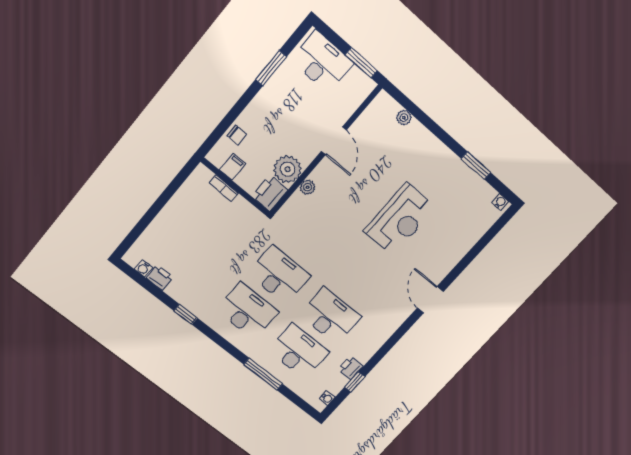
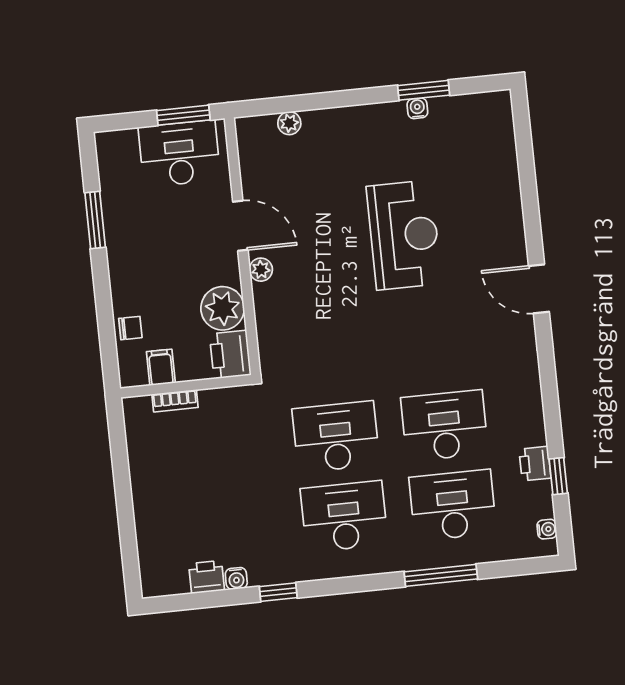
desk: (322, 62) -> (179, 153), moved
plant: (308, 187) -> (261, 270), moved
water cooler: (500, 202) -> (417, 108), moved
water cooler: (143, 268) -> (236, 578), moved

